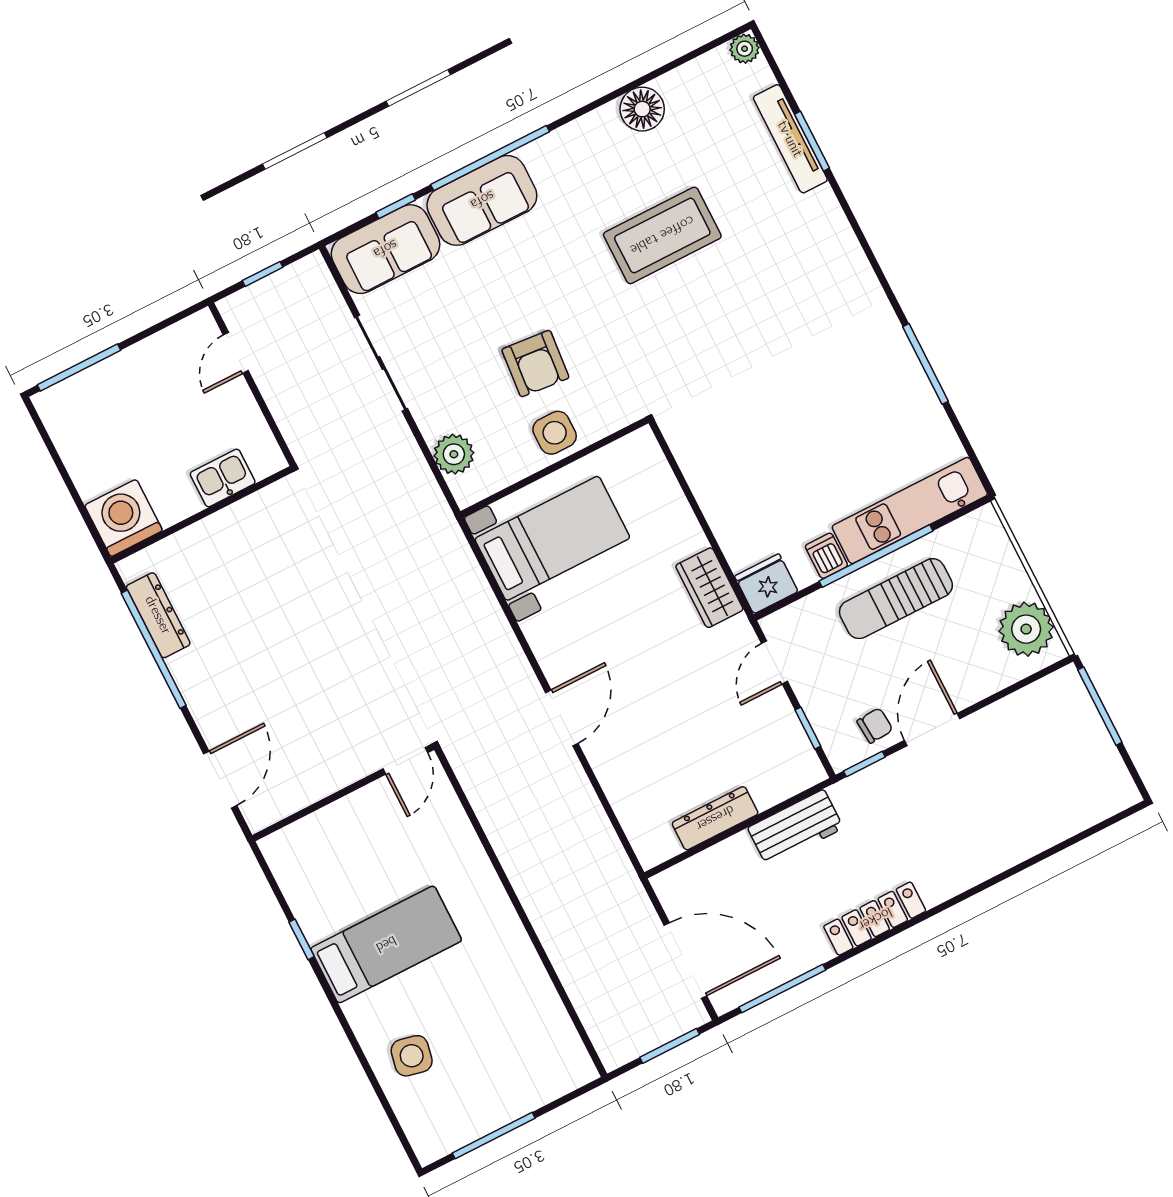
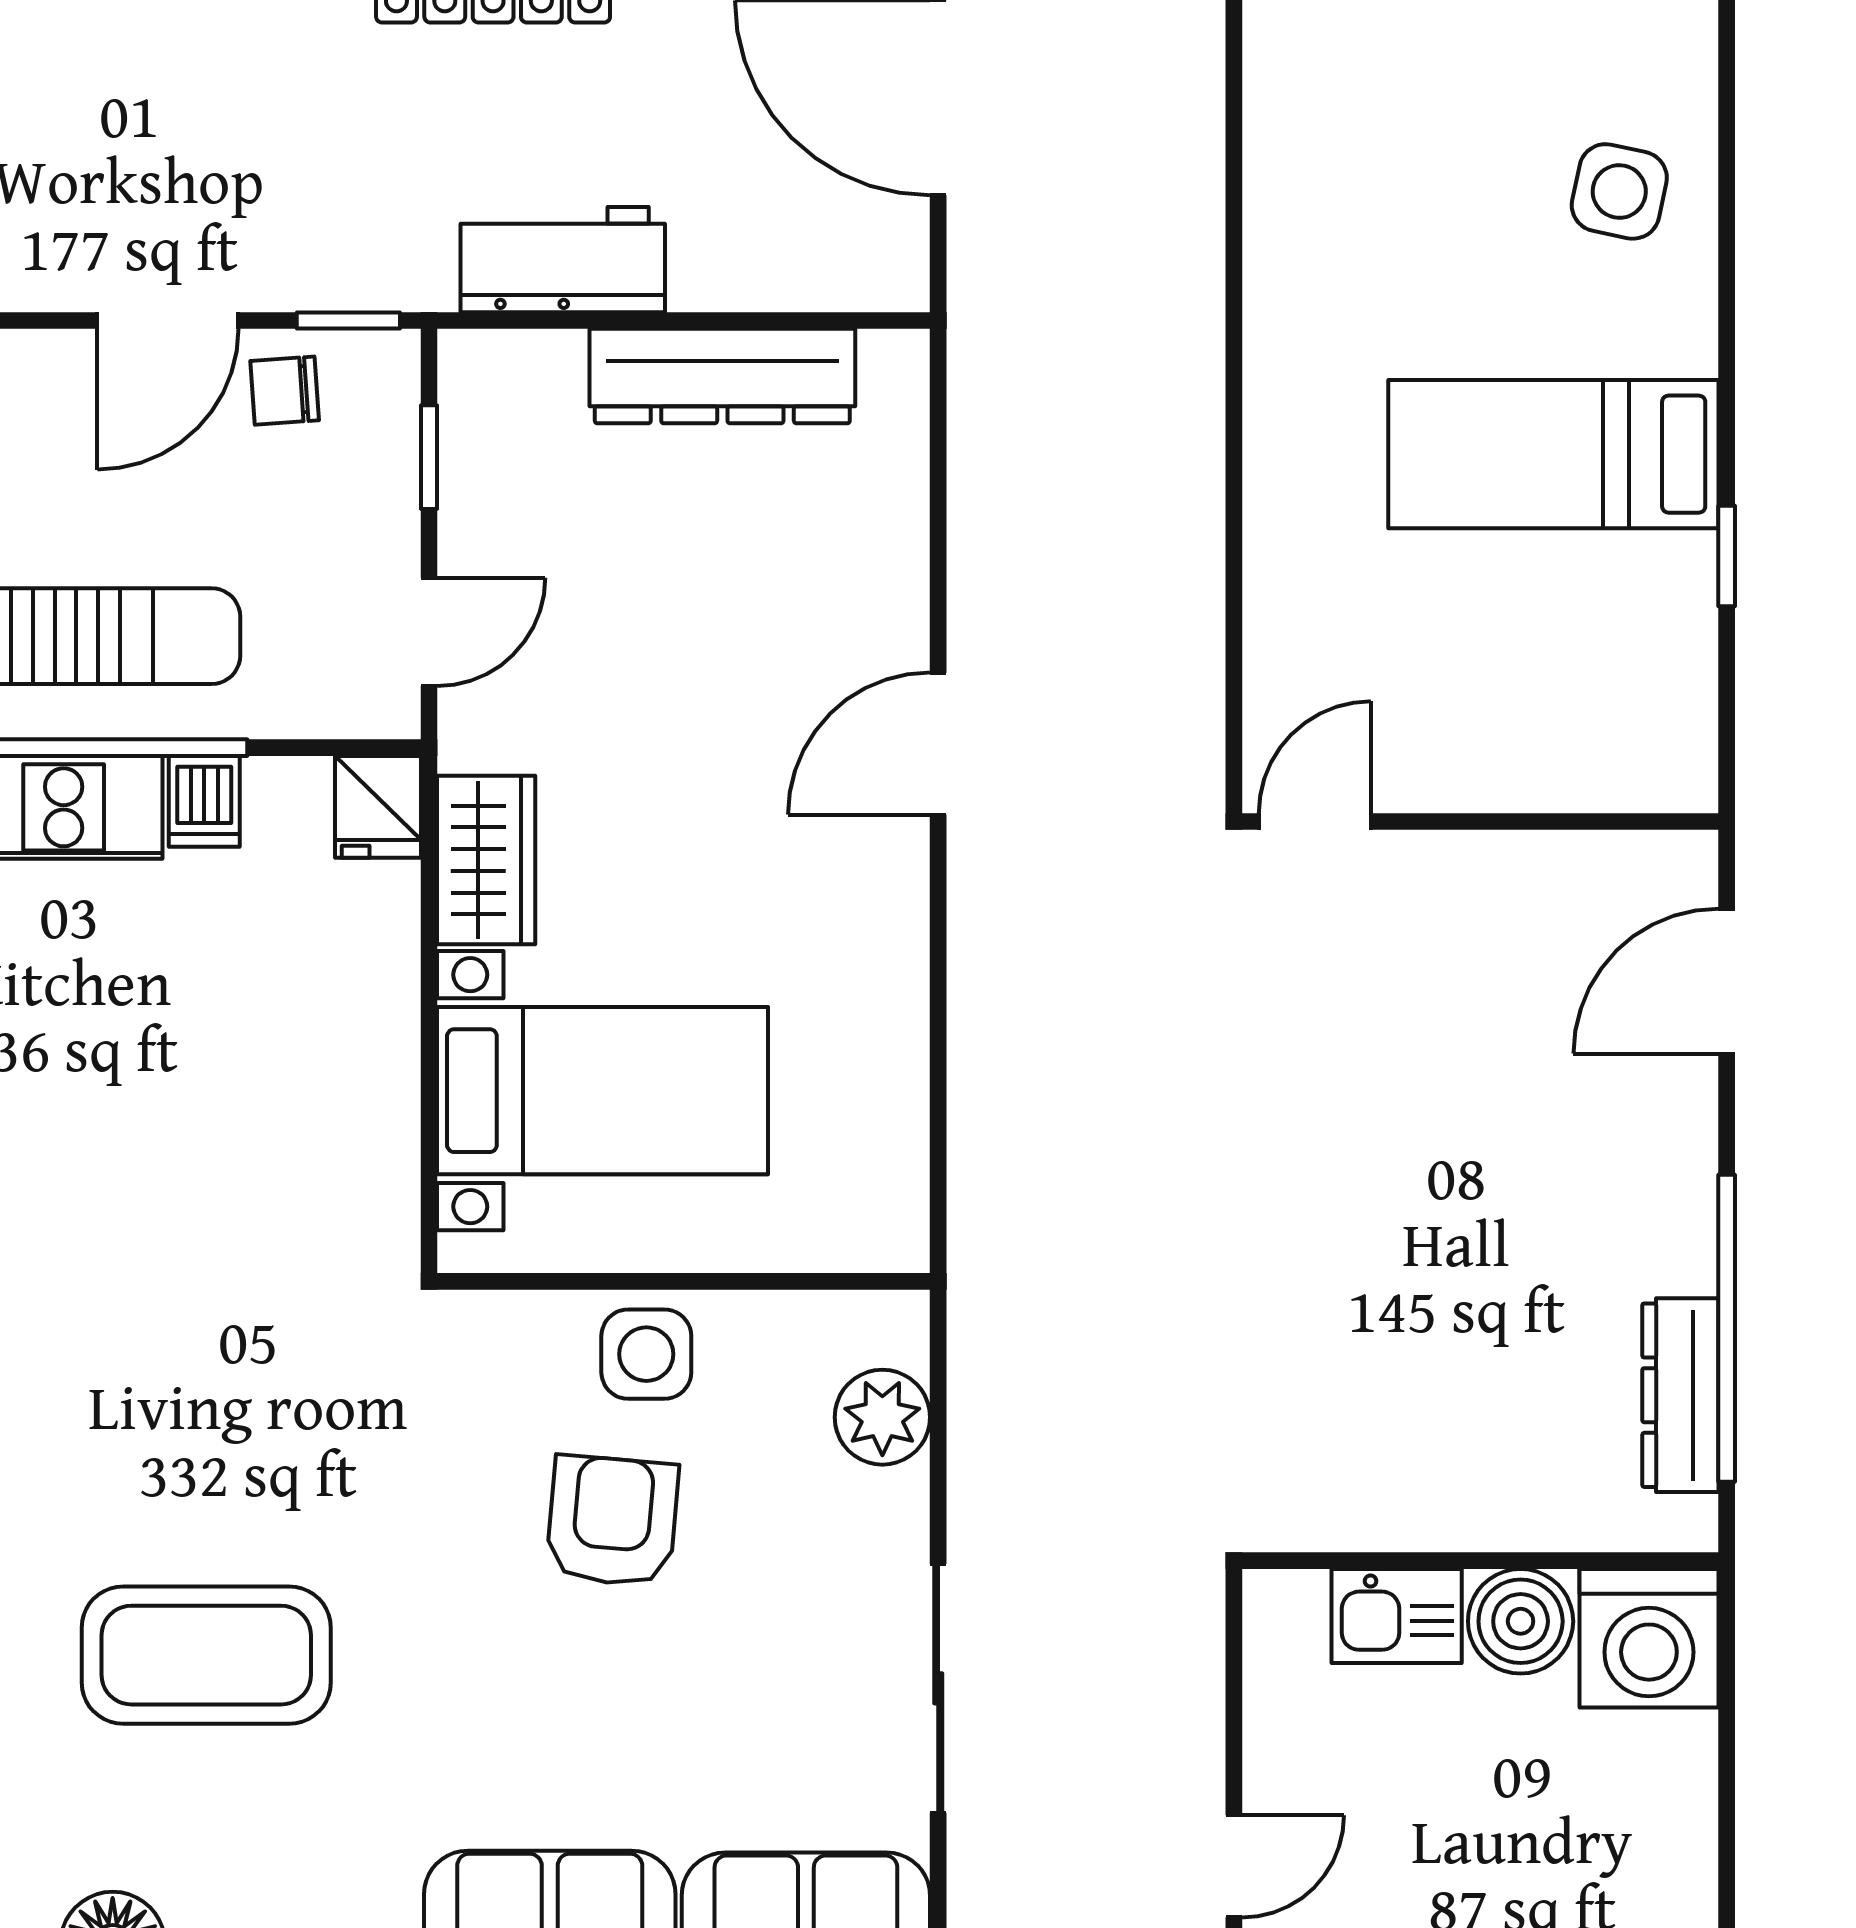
boiler: (175, 500) -> (1521, 1621), added
bed with nightstands: (552, 538) -> (603, 1091), moved, turned 180
fridge: (766, 584) -> (378, 807), width x0.72
dresser: (715, 818) -> (722, 376), width x1.37, depth x1.24

